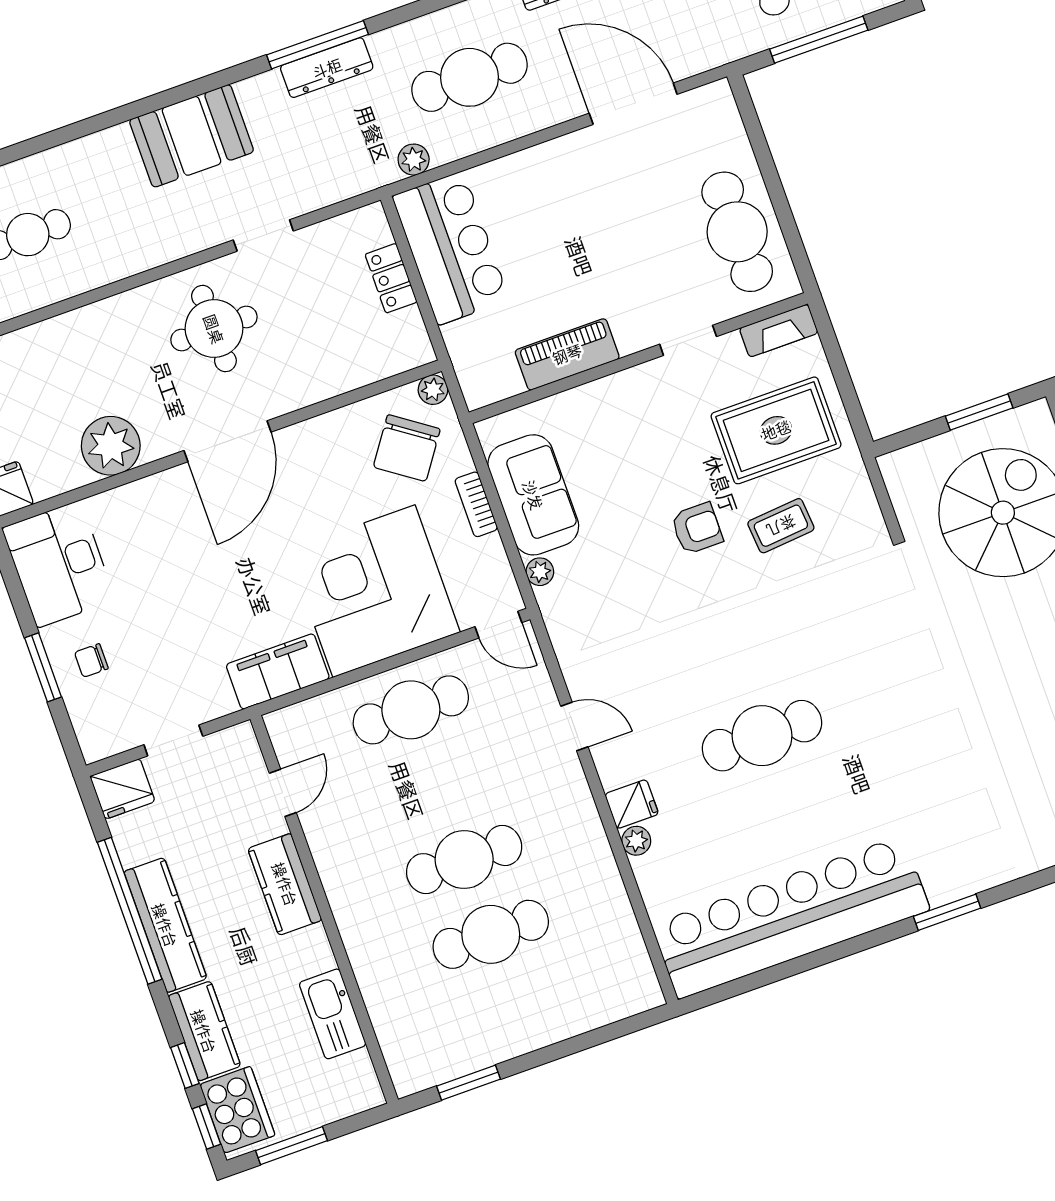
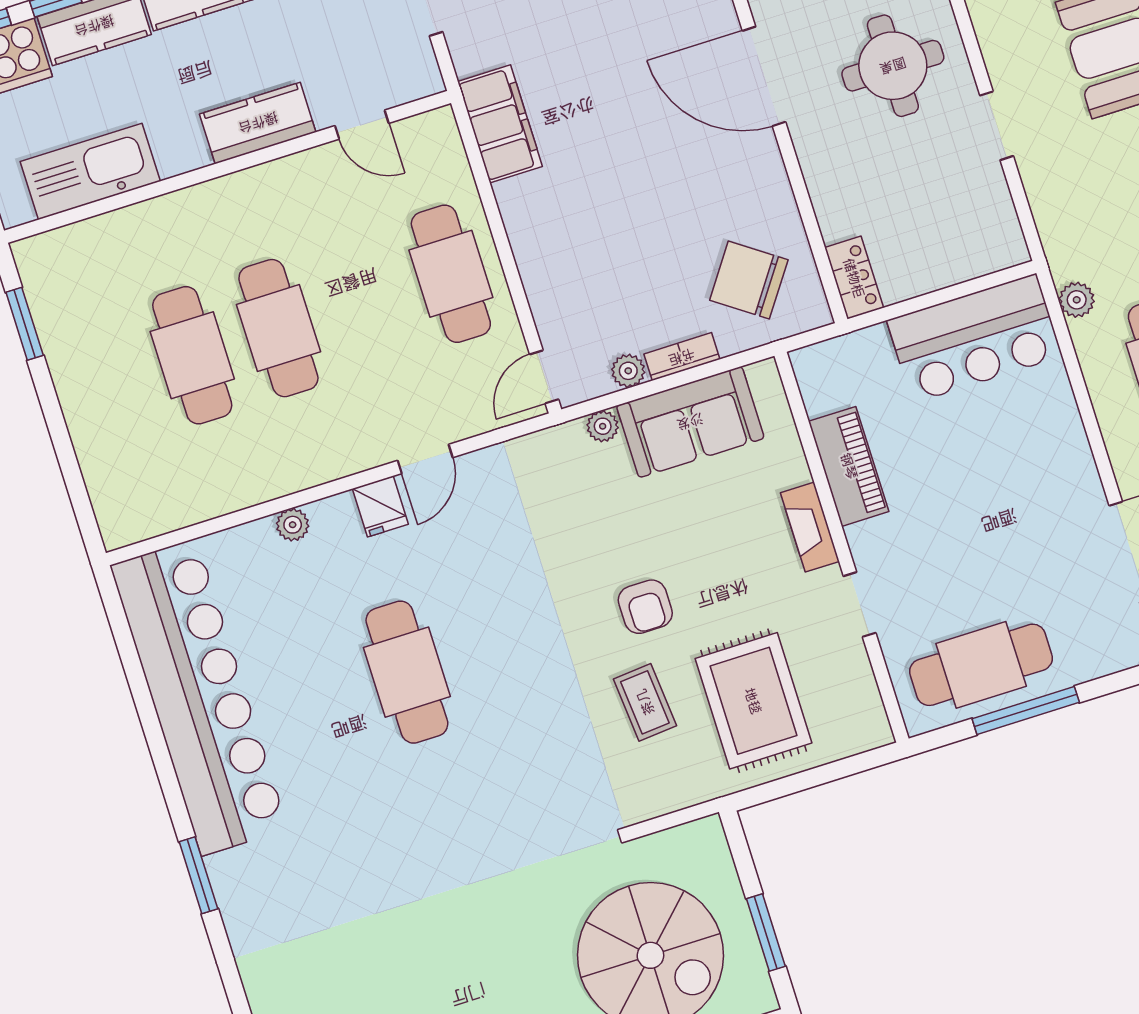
window: (776, 191) -> (1026, 711), added
locker: (391, 278) -> (854, 278), moved, turned 90
fireplace: (779, 331) -> (810, 527), moved
plant: (433, 390) -> (628, 371), moved
corner desk: (374, 591) -> (587, 237), removed
fridge: (632, 804) -> (380, 506), moved
kitchen sink: (333, 1014) -> (90, 171), width x1.36, depth x1.24

